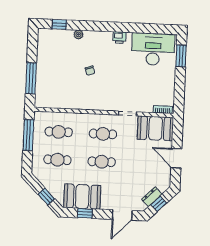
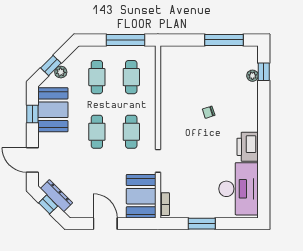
plant: (78, 34) -> (252, 76), moved
printer: (120, 38) -> (248, 147), width x1.87, depth x1.48
window: (181, 56) -> (202, 224), moved
window: (31, 78) -> (224, 40), moved
door: (176, 158) -> (105, 224), hinge flipped
plant: (52, 189) -> (61, 72), added
dresser: (152, 197) -> (56, 196), width x1.44

